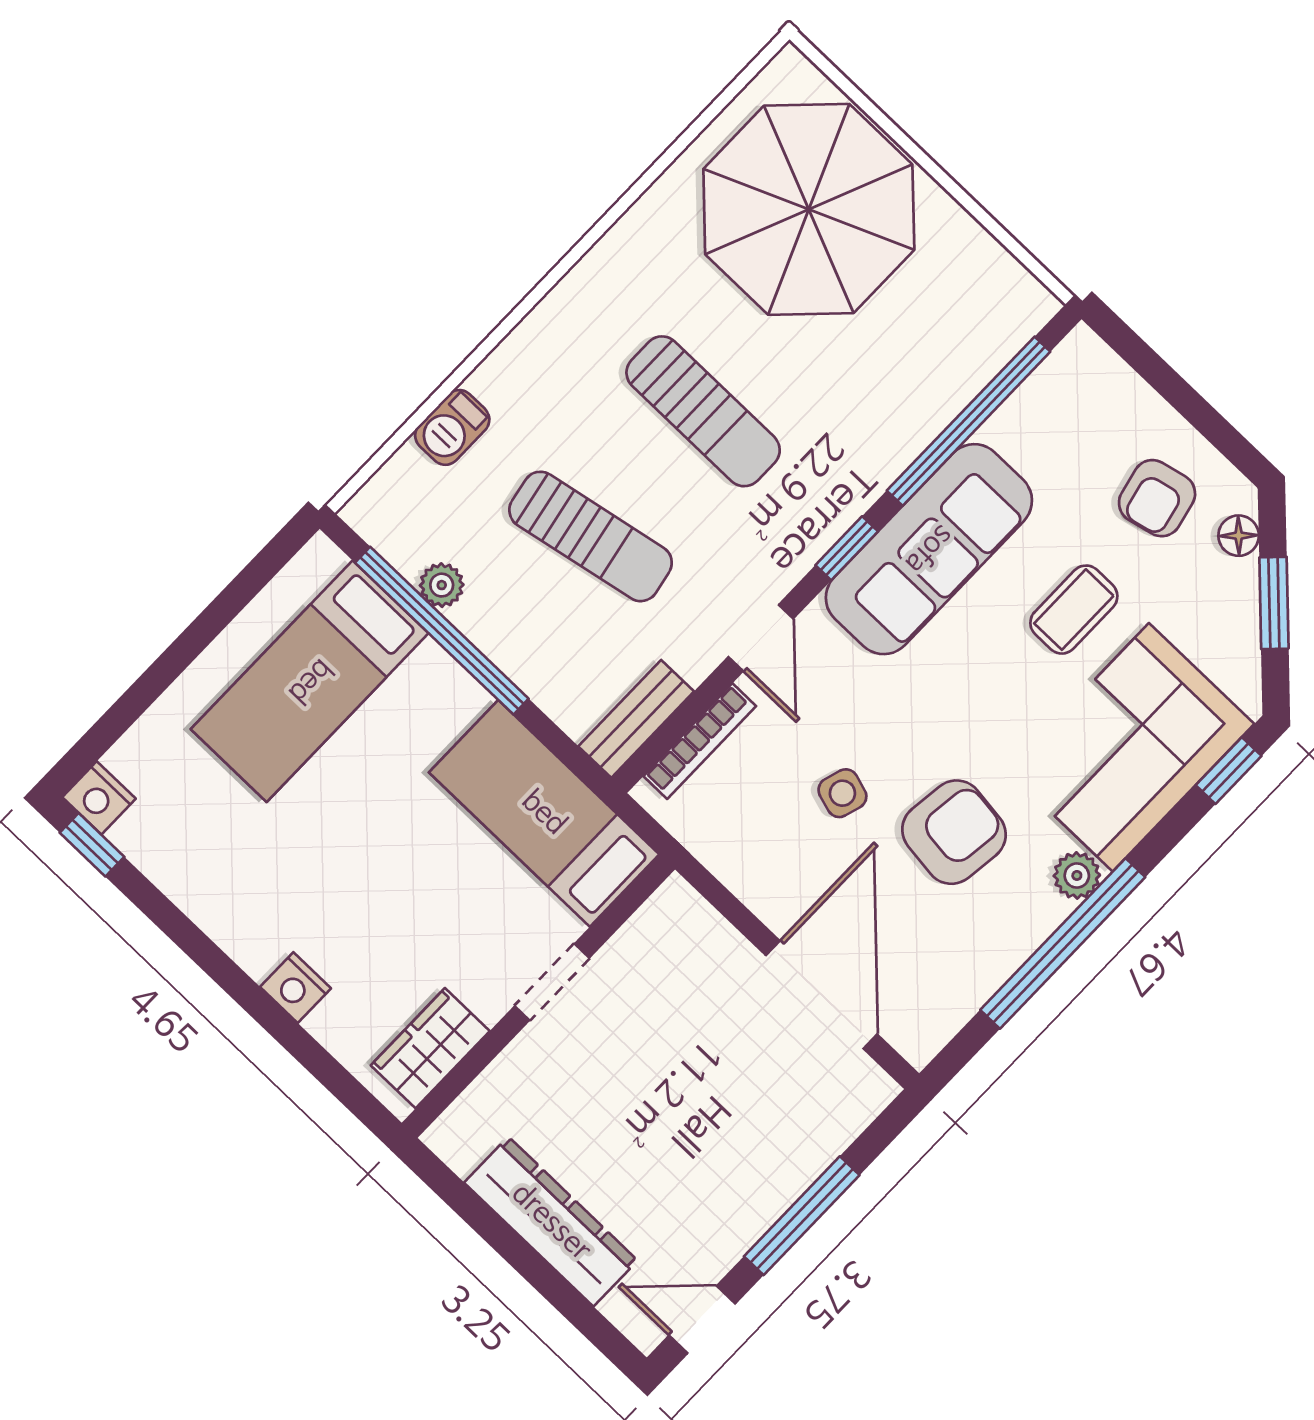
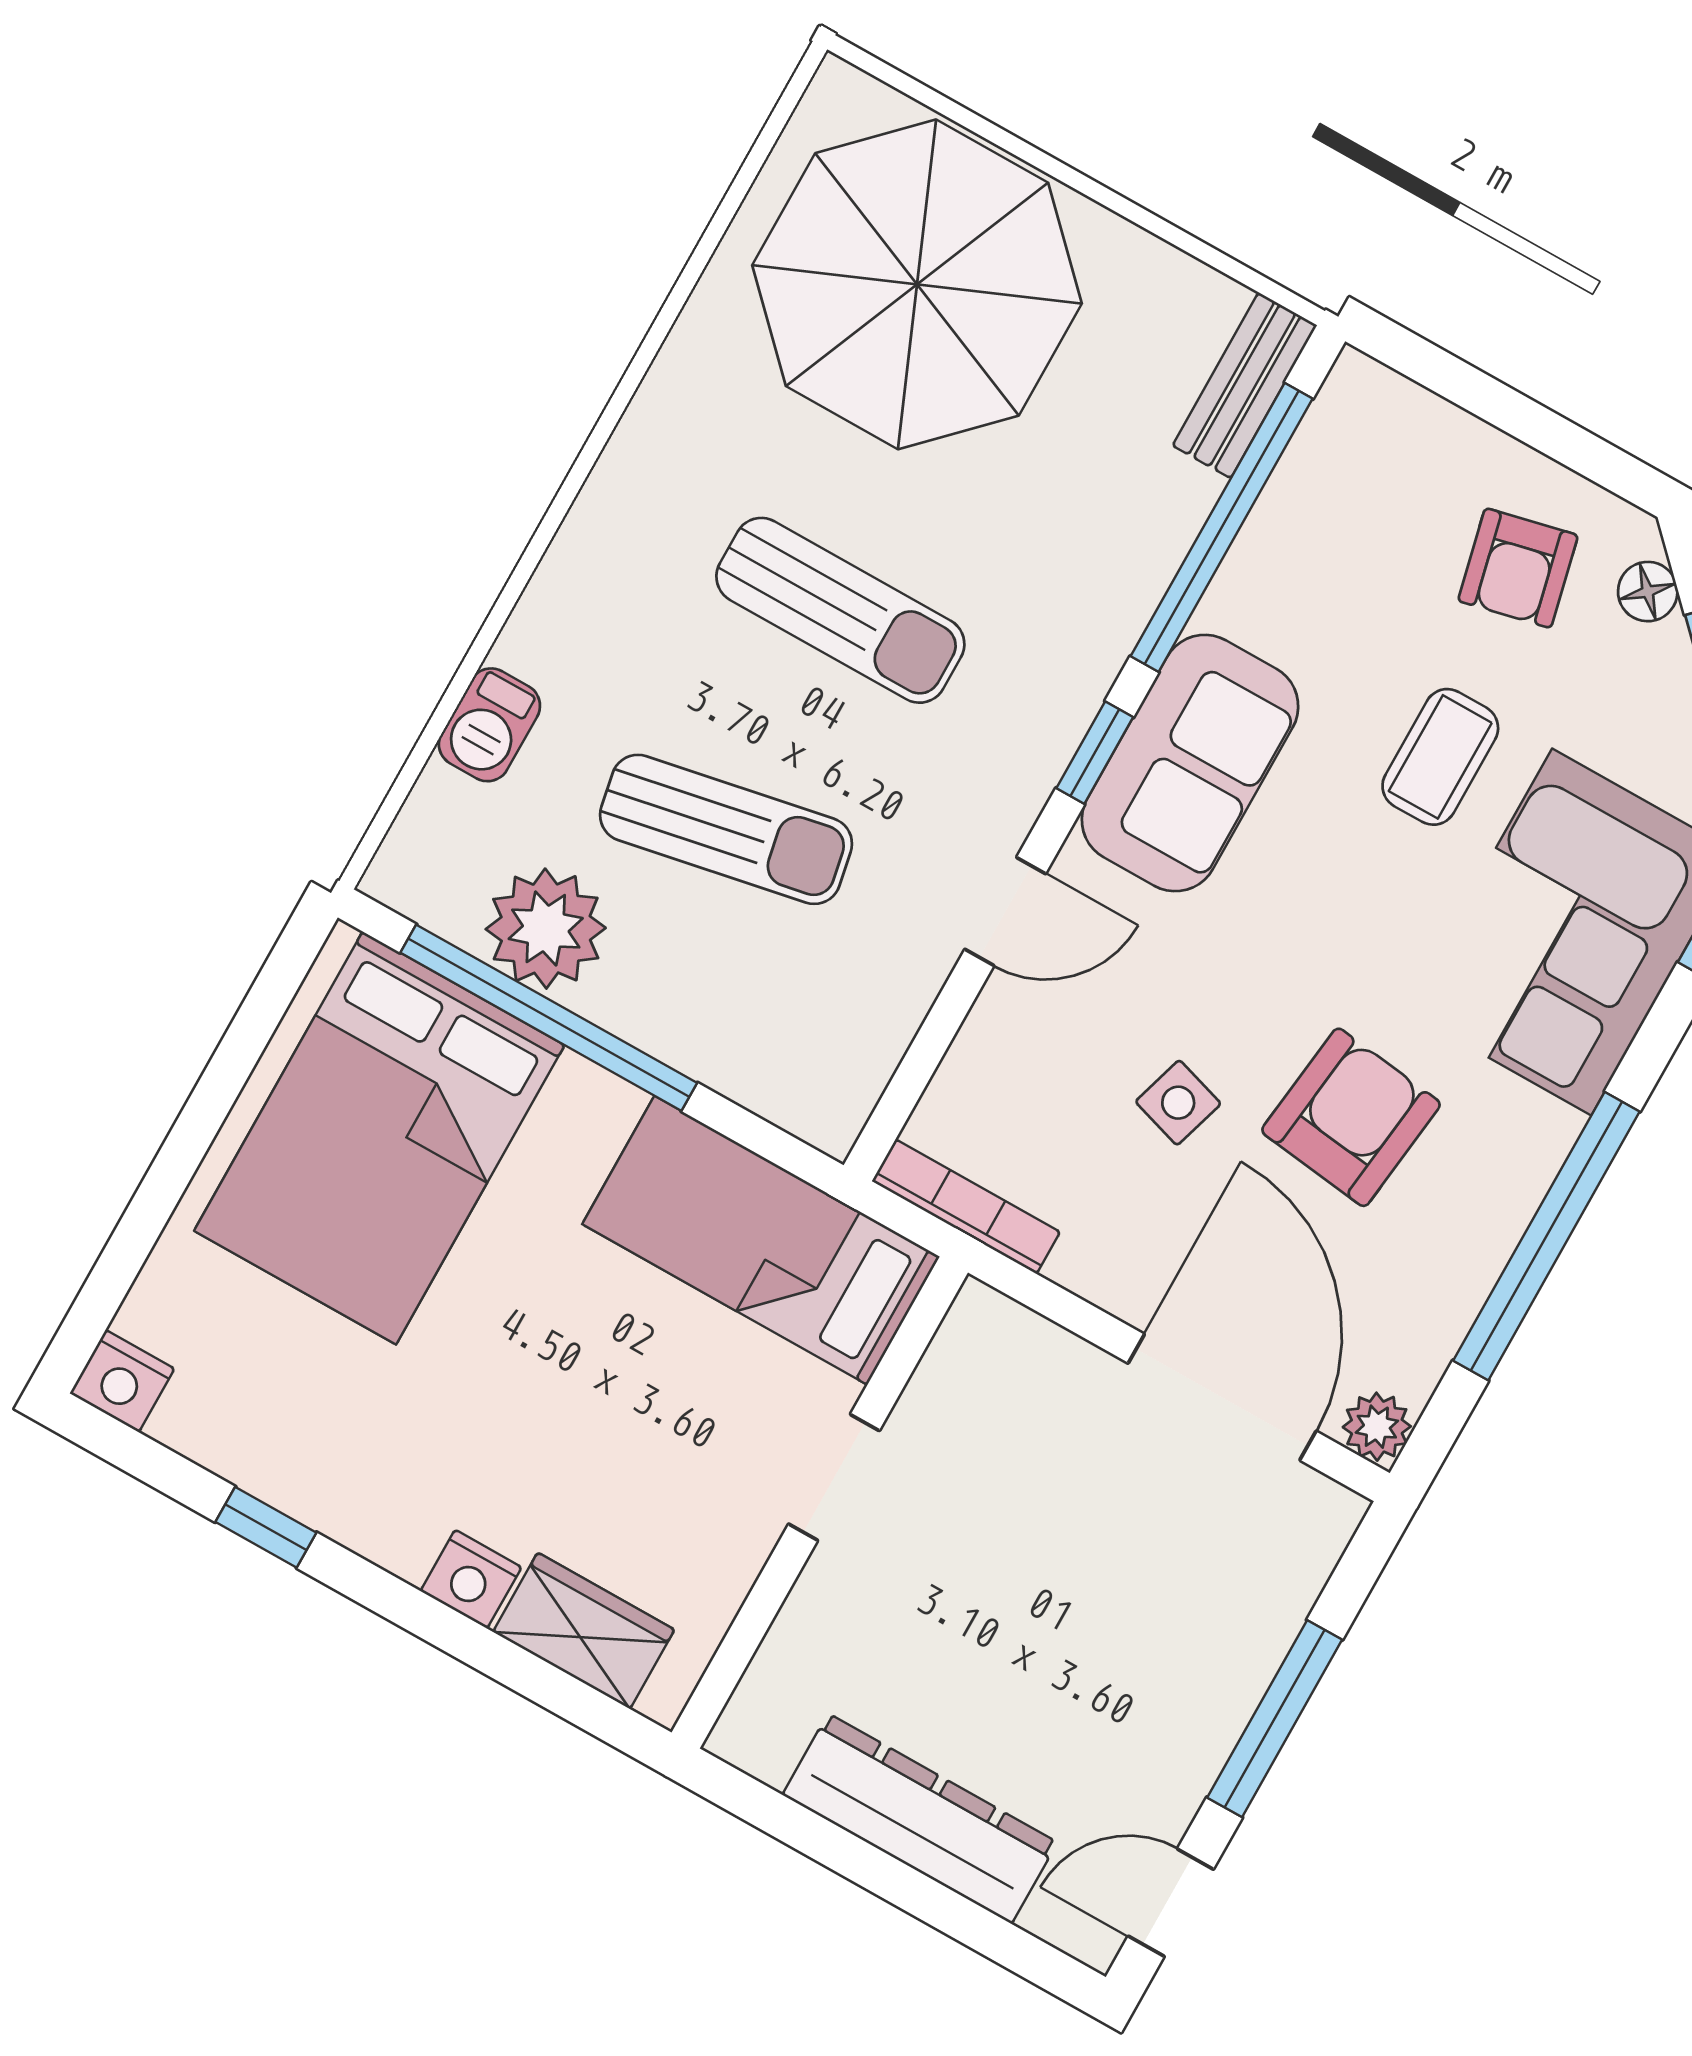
sofa: (929, 549) -> (1190, 763), width x0.73
plant: (442, 585) -> (546, 929), width x1.88, depth x1.88
door: (761, 638) -> (1005, 912), hinge flipped
bed: (310, 681) -> (379, 1138), width x1.50
bench: (636, 719) -> (1245, 385), moved
bookcase: (700, 741) -> (966, 1207), moved, turned -90
window: (92, 845) -> (266, 1527), moved
plant: (1077, 875) -> (1377, 1427), moved
wardrobe: (430, 1048) -> (584, 1631), moved, turned 90

